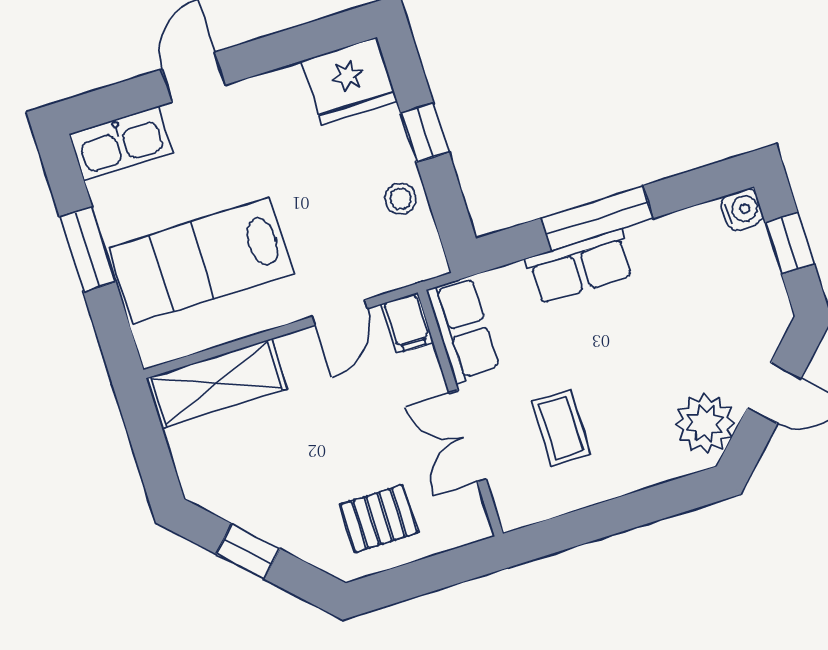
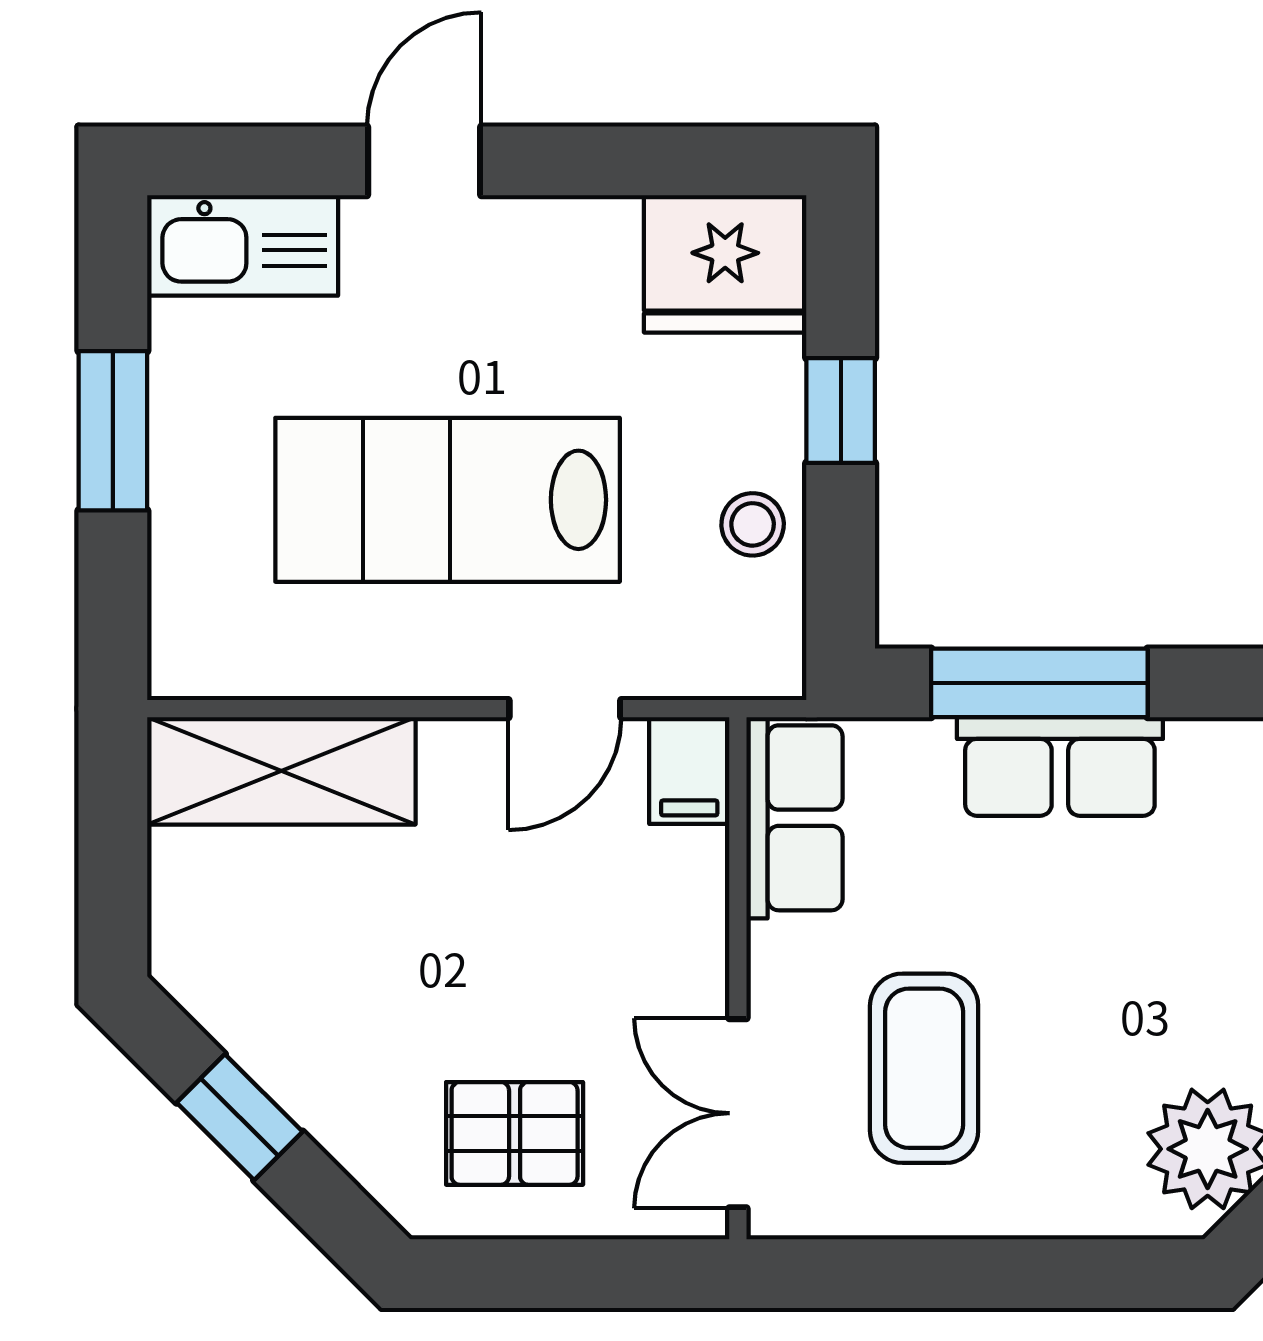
window: (597, 218) -> (1039, 683), moved
lab bench: (201, 261) -> (448, 500), moved
coffee table: (561, 428) -> (924, 1068), width x1.36, depth x1.30
double door: (468, 436) -> (738, 1113), moved

